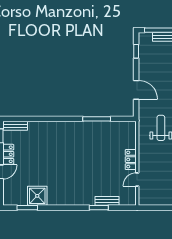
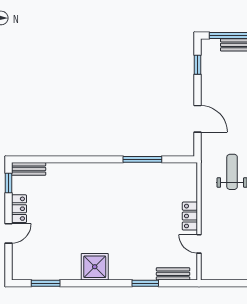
door: (137, 179) -> (199, 244), hinge flipped
shower: (37, 196) -> (95, 267), moved
bench: (107, 201) -> (173, 274), moved

